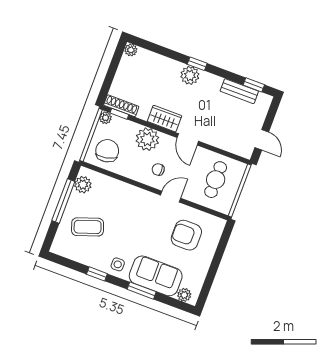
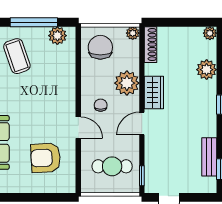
plant: (190, 75) -> (207, 70), moved
window: (119, 114) -> (142, 176), moved
chair: (107, 151) -> (100, 47), turned -79
armchair: (186, 235) -> (46, 158), turned -93

